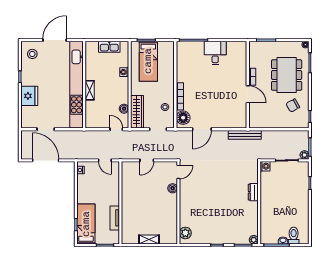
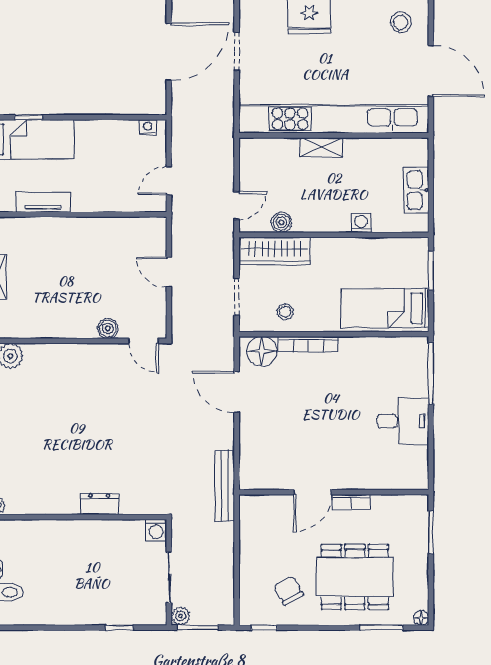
bed: (148, 61) -> (385, 308), moved

